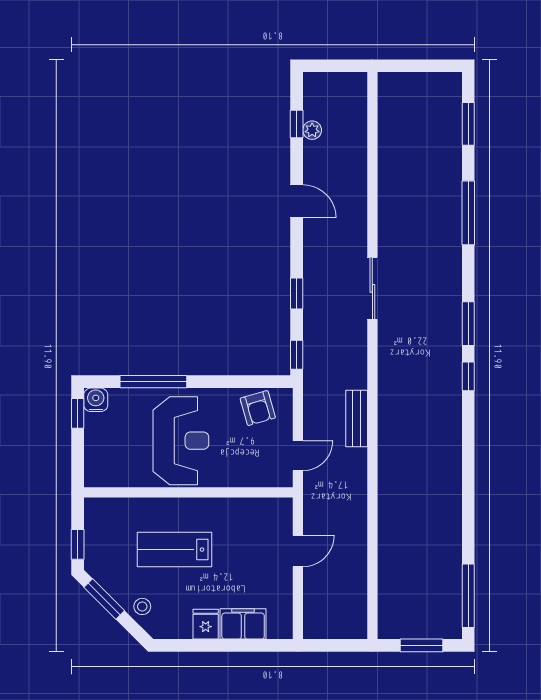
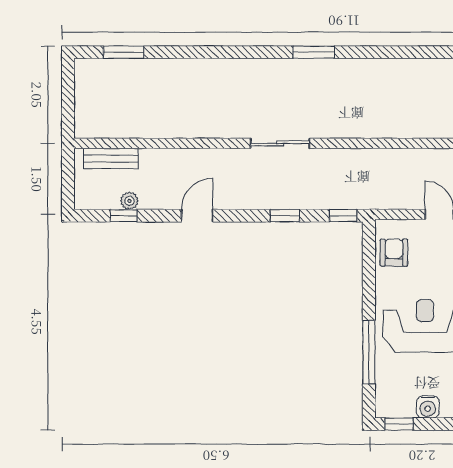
window: (468, 213) -> (208, 52), removed
window: (468, 376) -> (364, 52), removed
water cooler: (96, 400) -> (428, 407), moved, turned -90
armchair: (258, 408) -> (394, 253), turned -74
bench: (357, 419) -> (111, 158), moved

